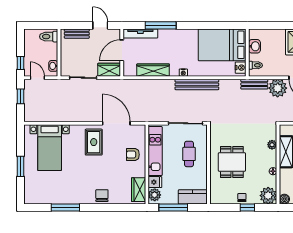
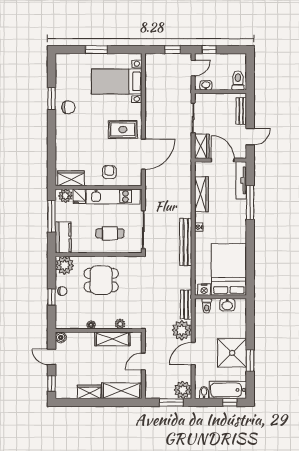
chair: (102, 196) -> (68, 107), moved
plant: (268, 196) -> (65, 265), moved
window: (65, 207) -> (52, 99), width x0.69

